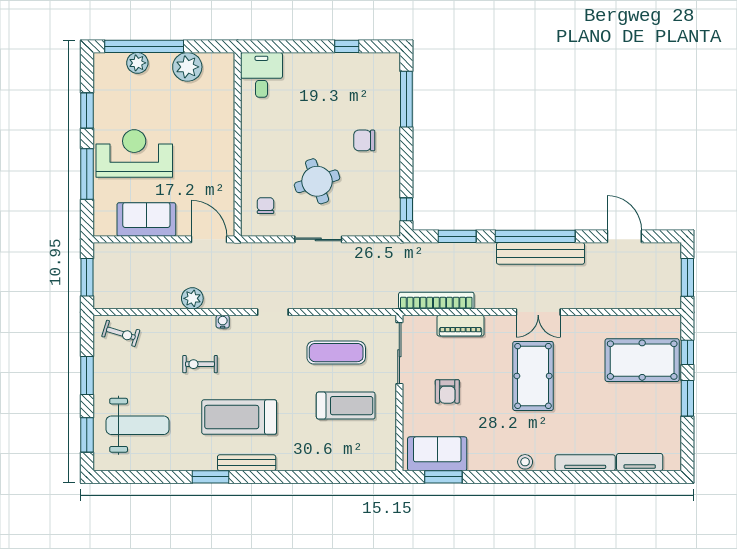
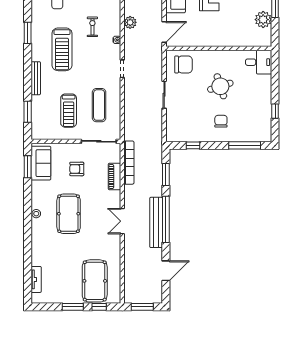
round table: (317, 181) -> (220, 86), moved
chair: (265, 206) -> (184, 64), width x1.87, depth x1.87
window: (406, 209) -> (193, 145), moved
pool table: (533, 376) -> (69, 214), moved, turned 90
treadmill: (239, 417) -> (62, 49), turned 180
bench: (247, 463) -> (36, 78), moved
tv unit: (585, 463) -> (36, 248), removed
window: (348, 477) -> (28, 112), added

